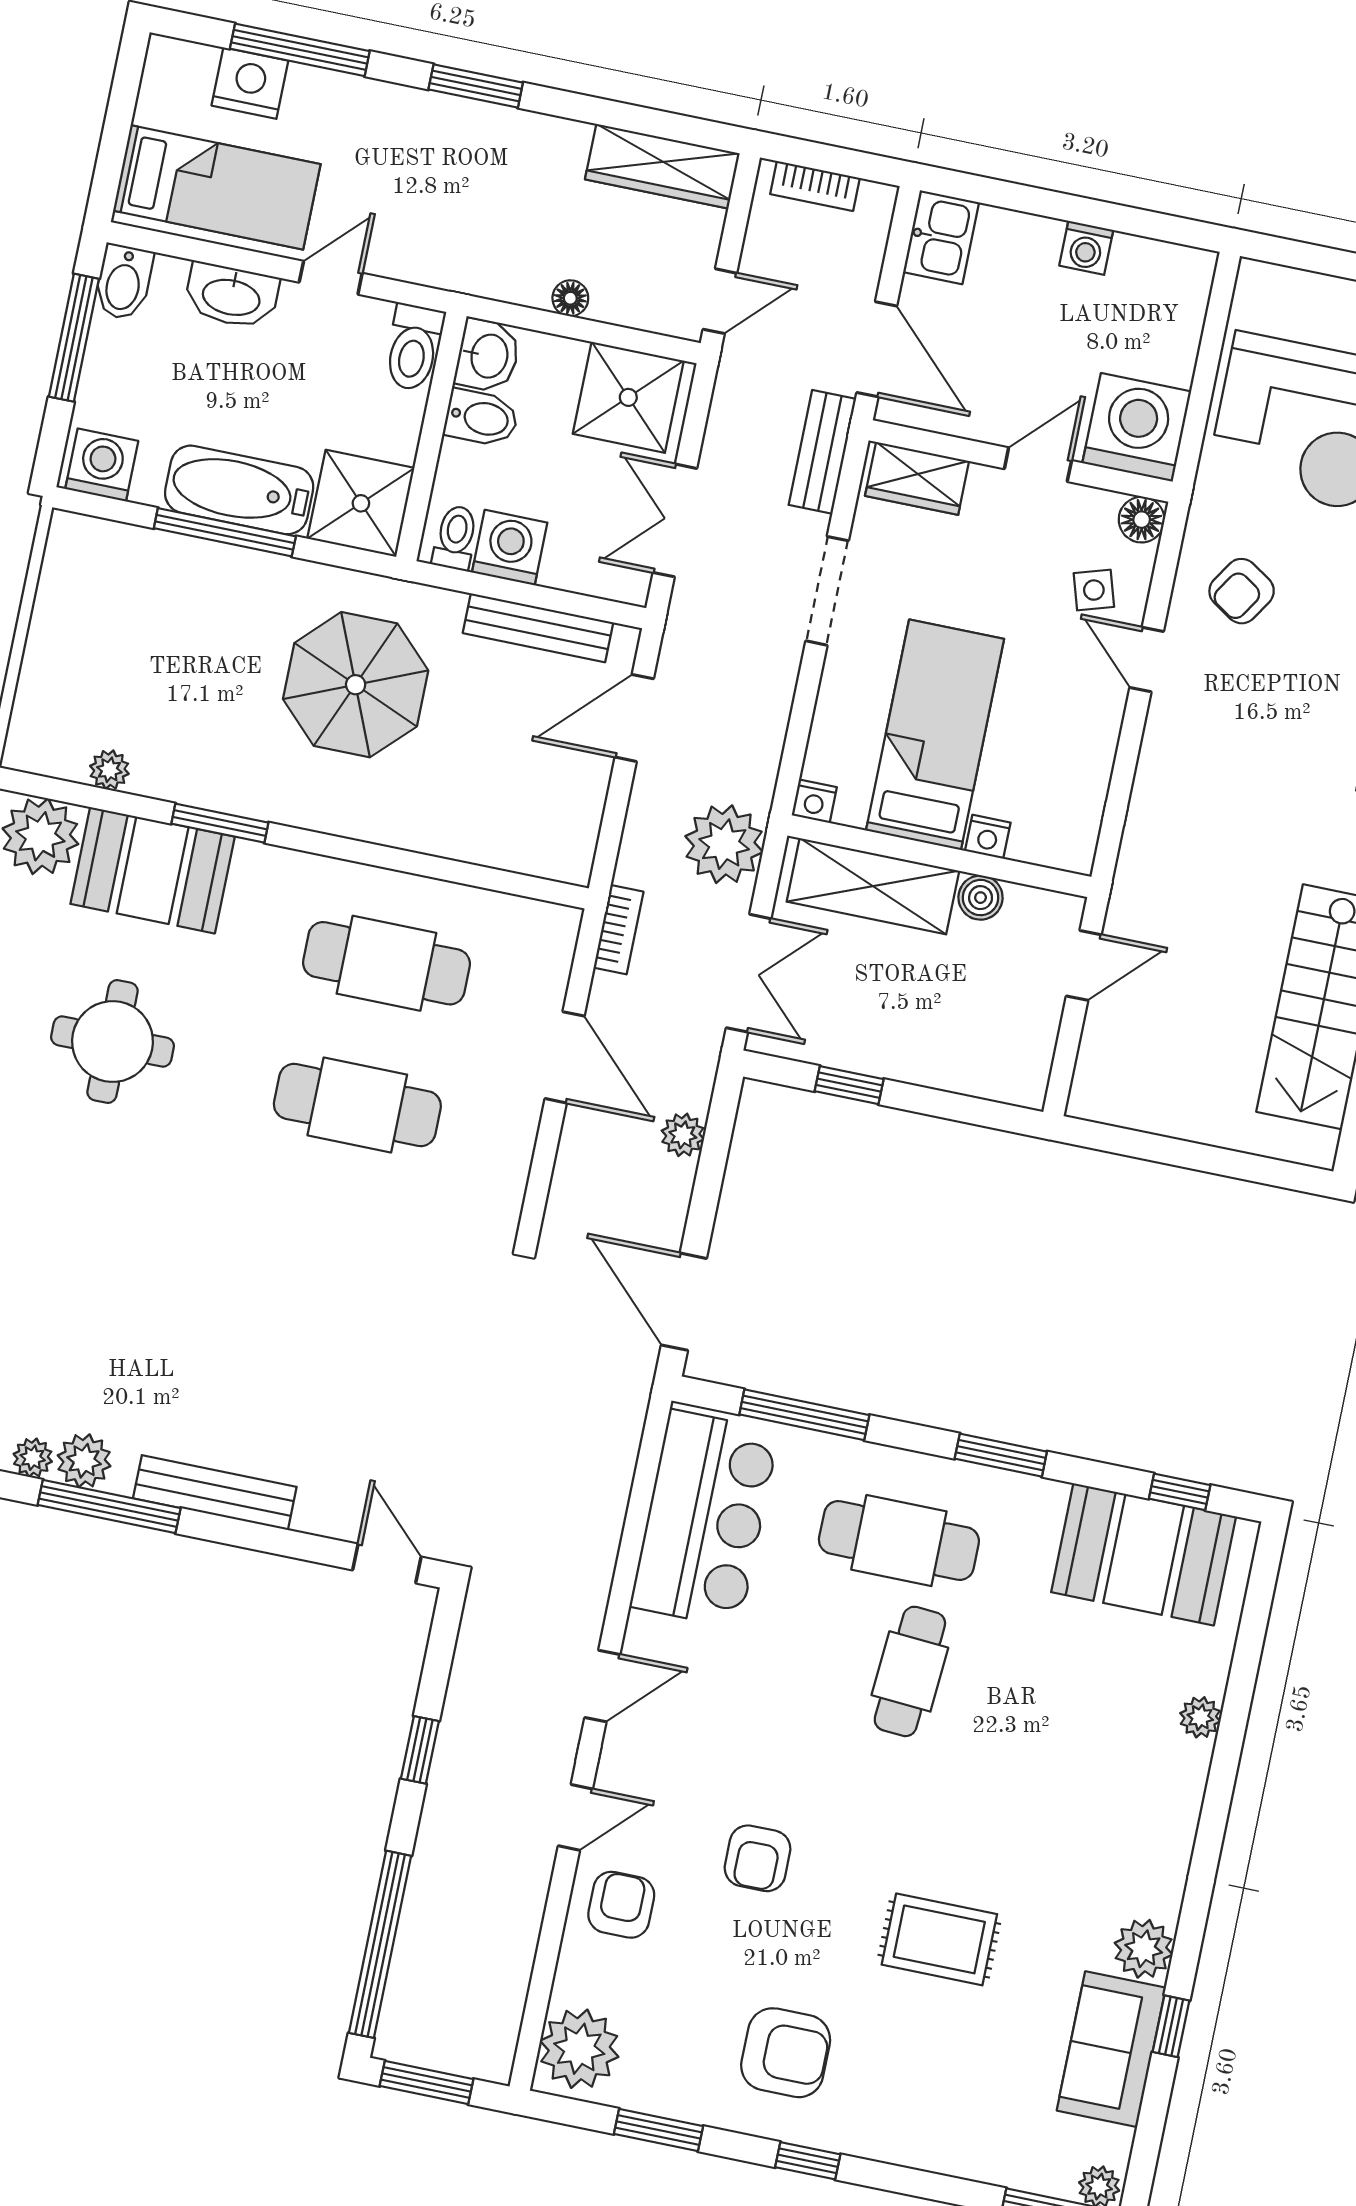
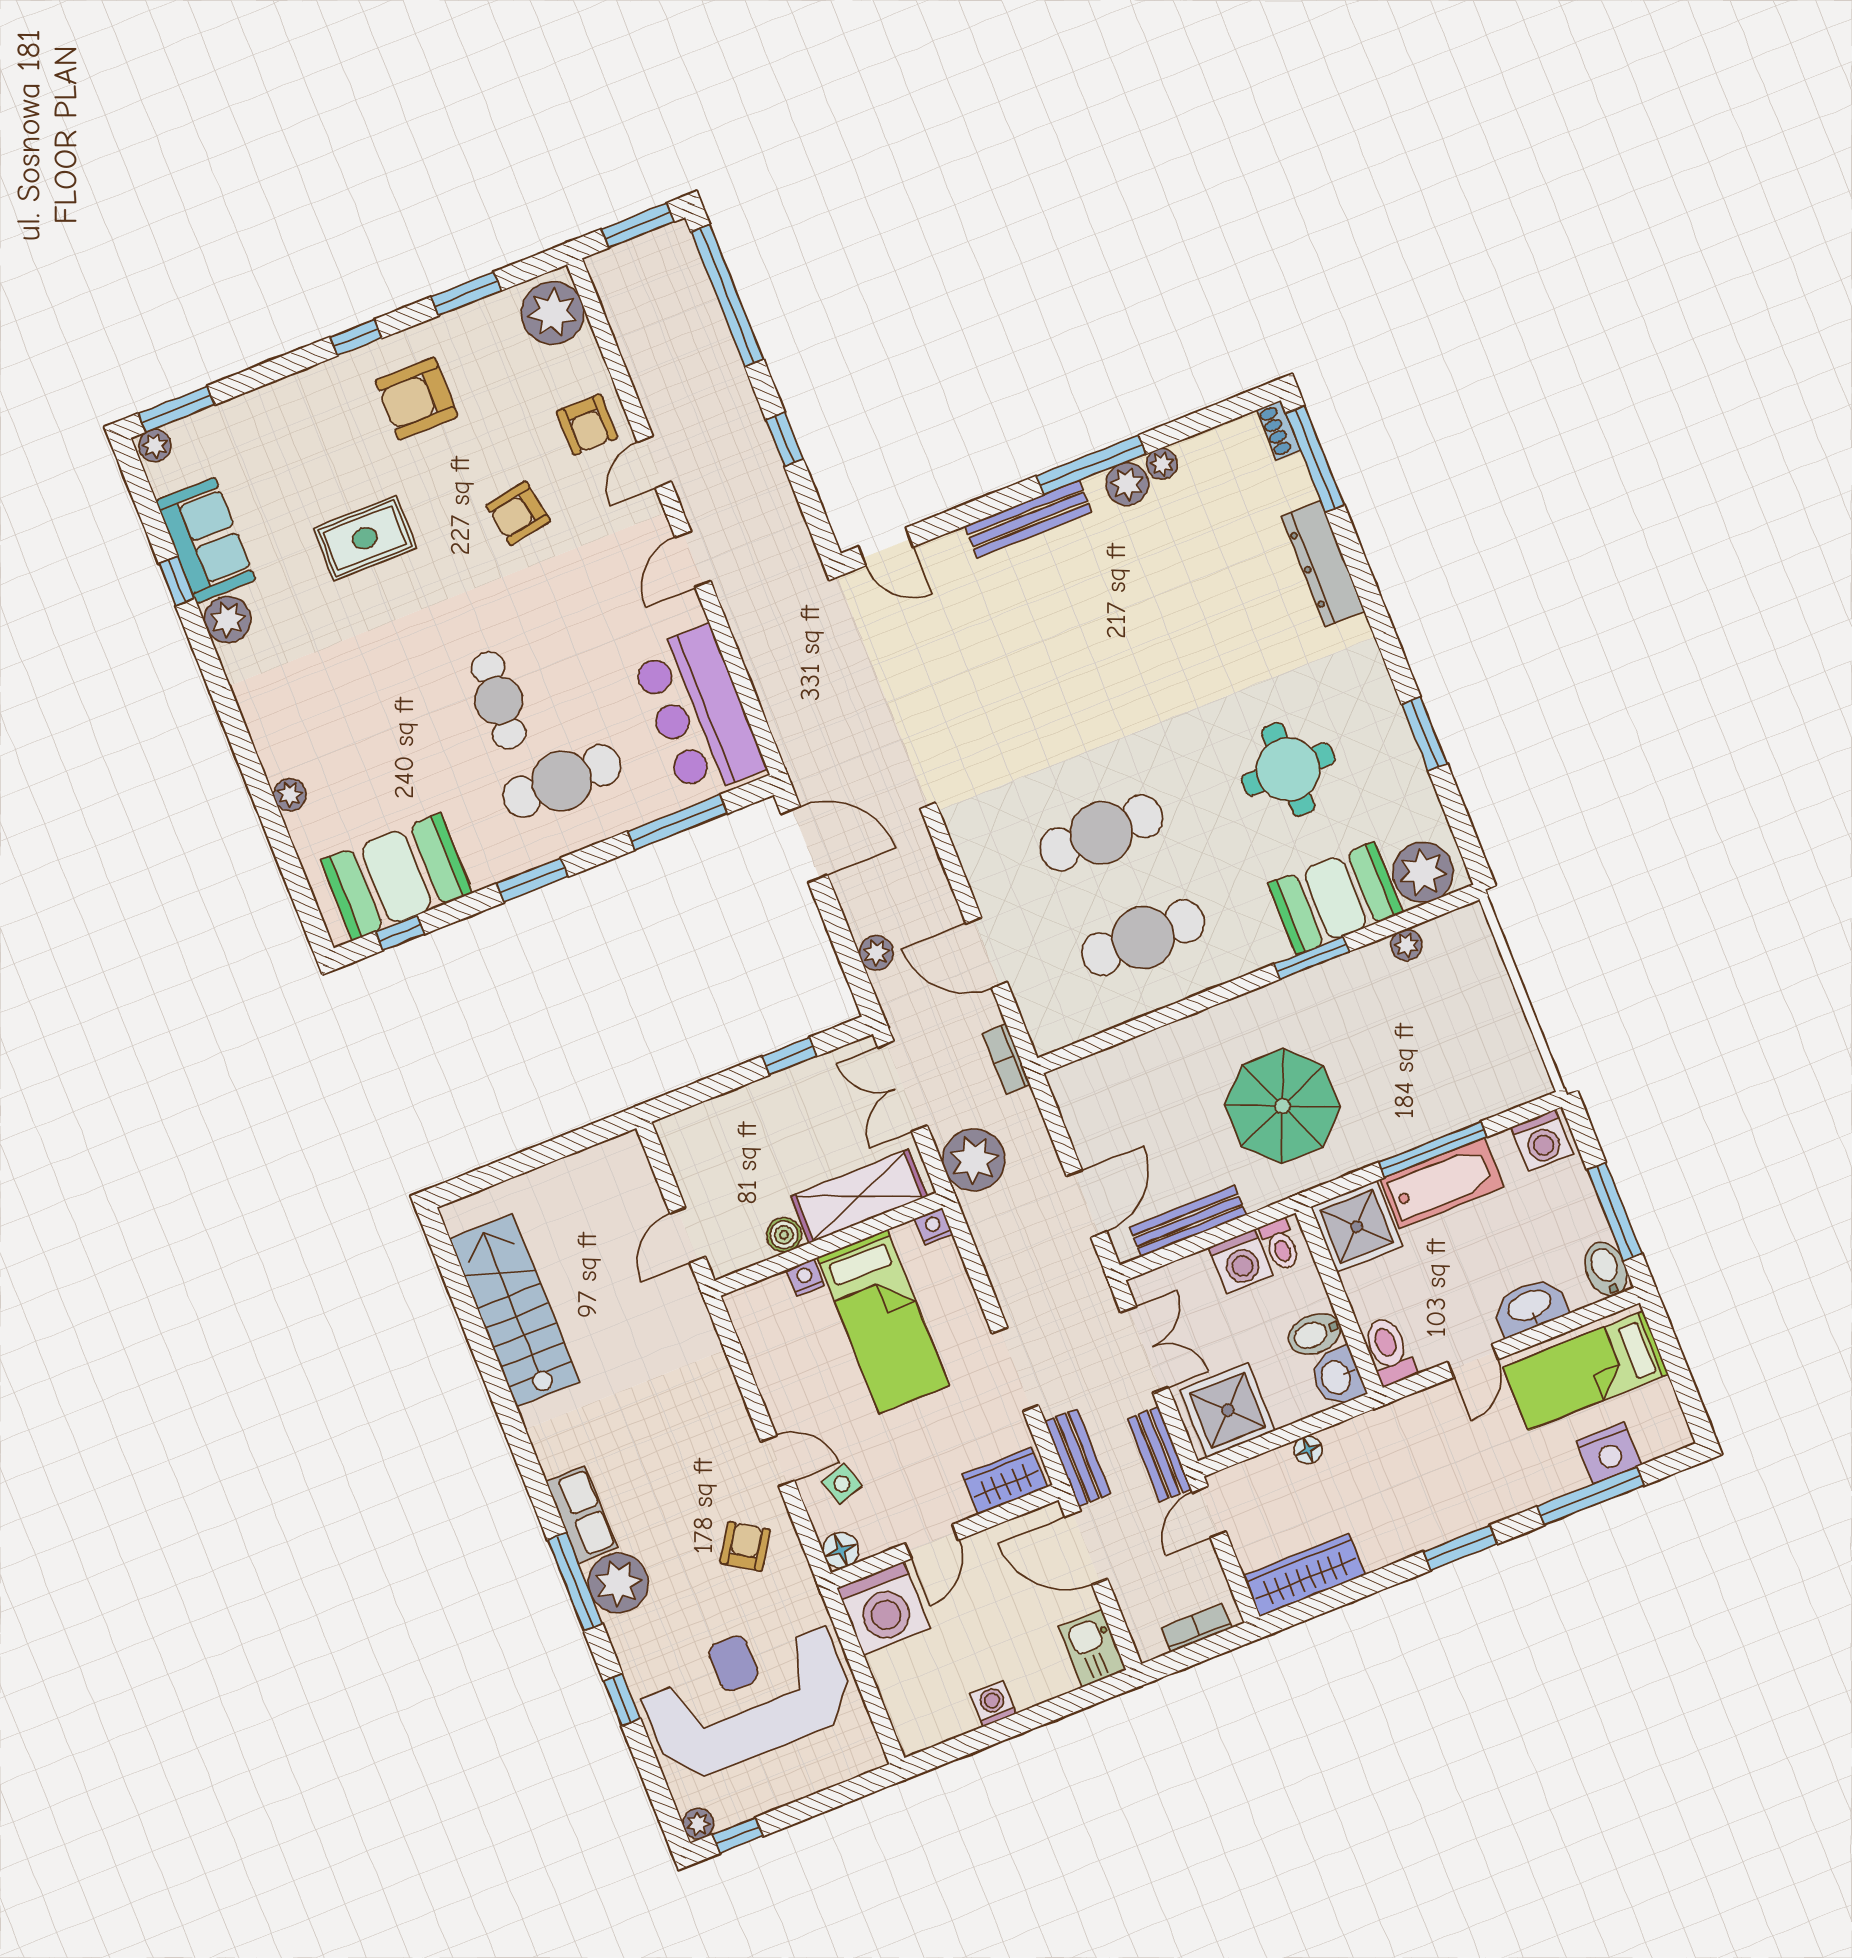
bench: (733, 398) -> (1159, 1454), added
armchair: (758, 1858) -> (518, 513), turned -100

